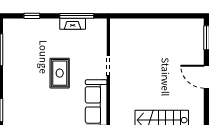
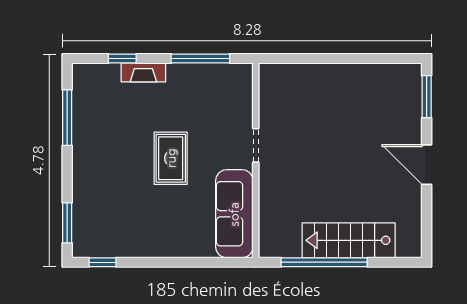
fireplace: (73, 24) -> (143, 72), moved

